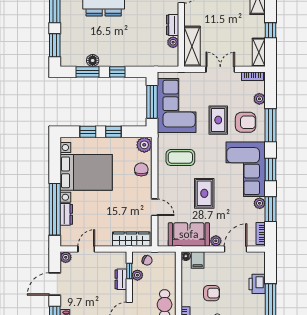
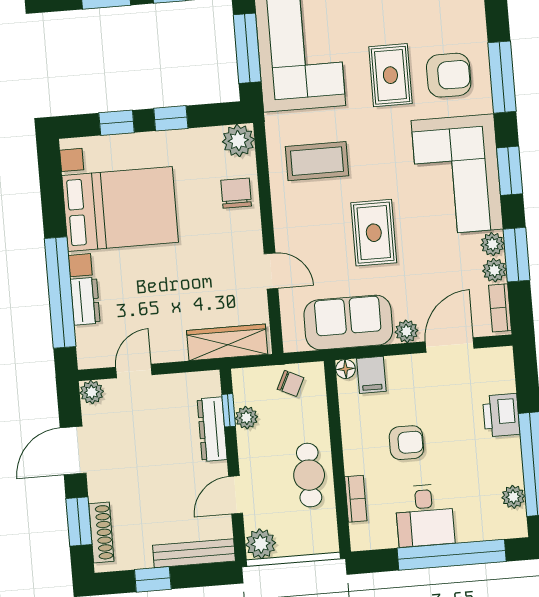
plant: (259, 99) -> (494, 270), moved
chair: (147, 260) -> (291, 383), moved
dresser: (121, 279) -> (212, 429), width x1.44

